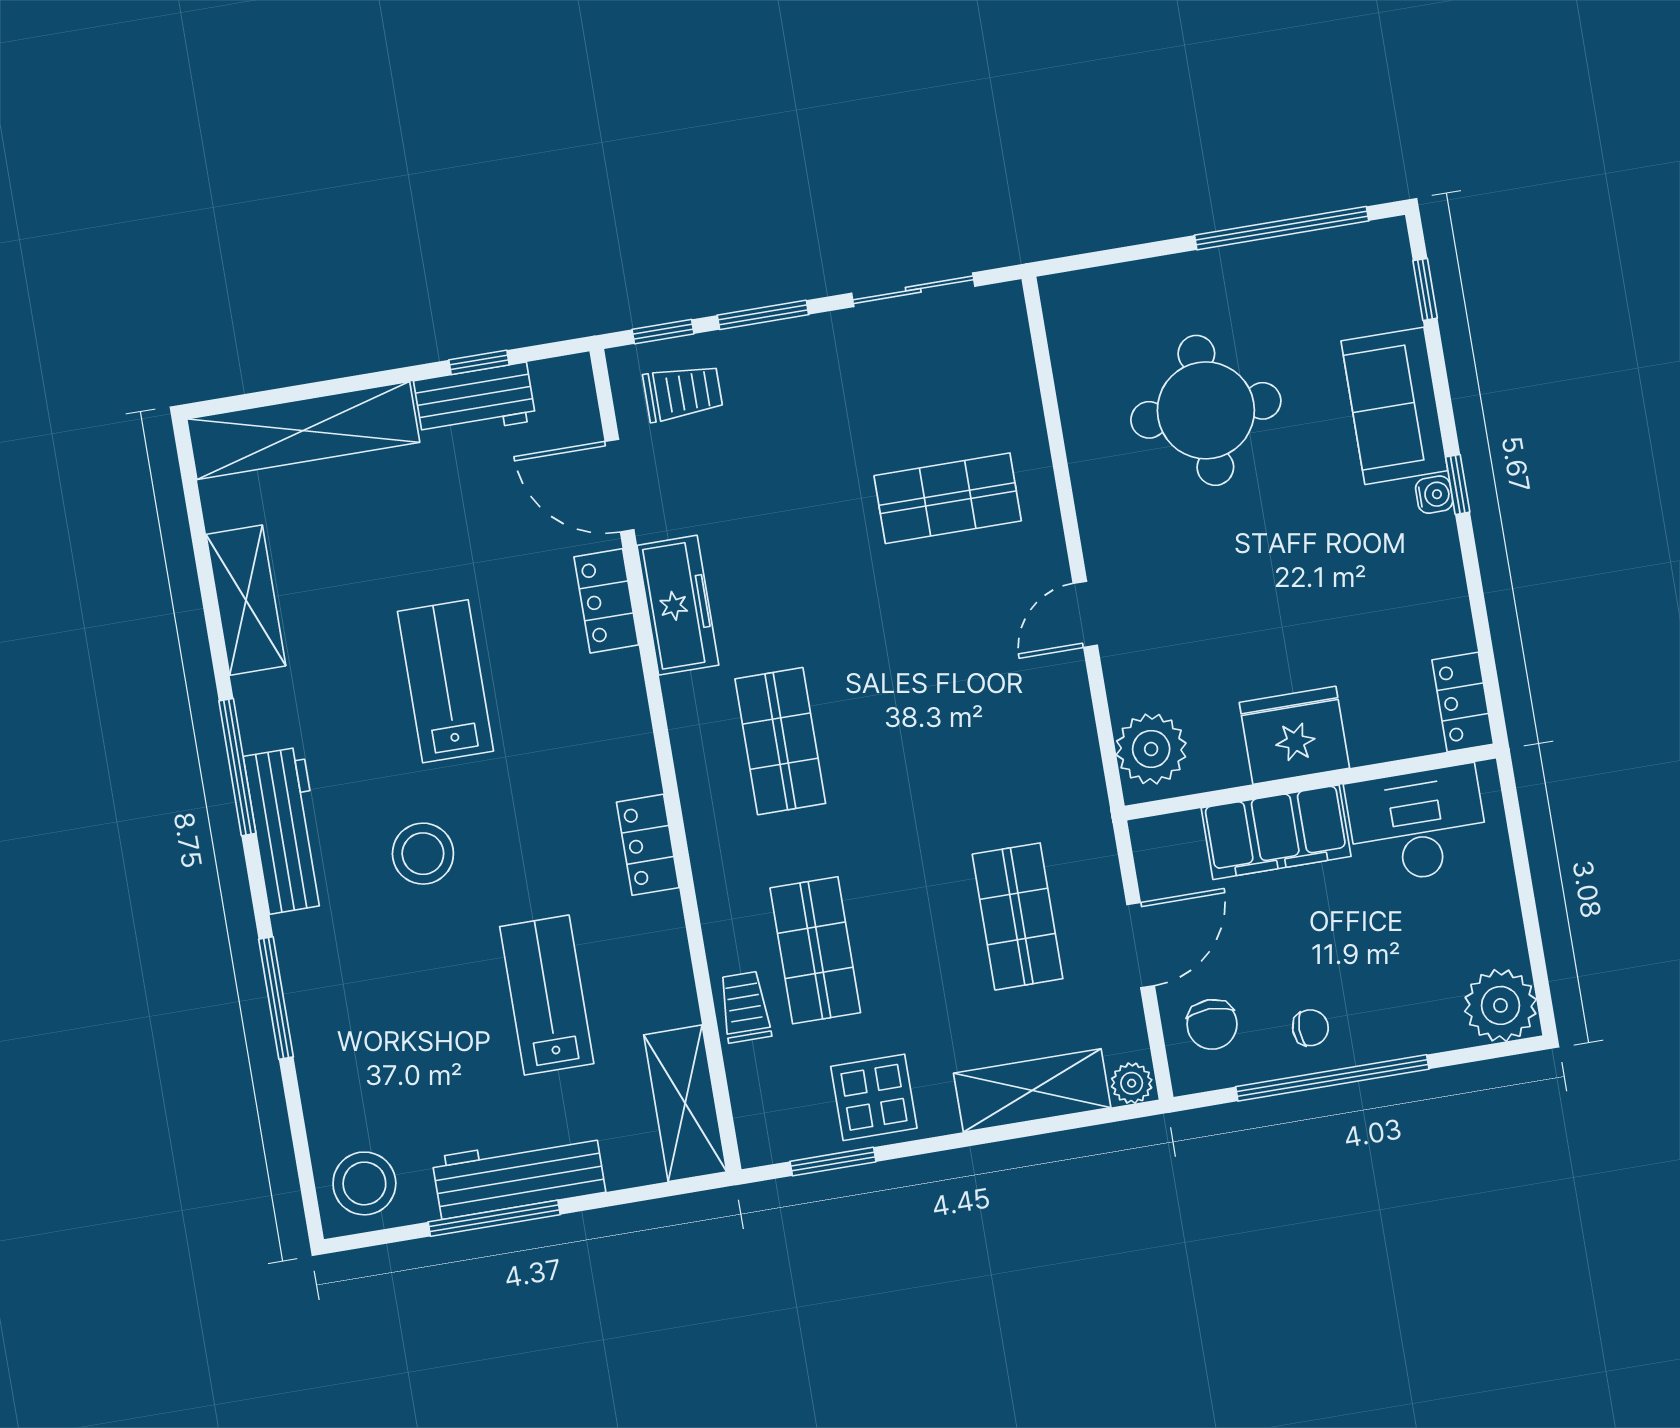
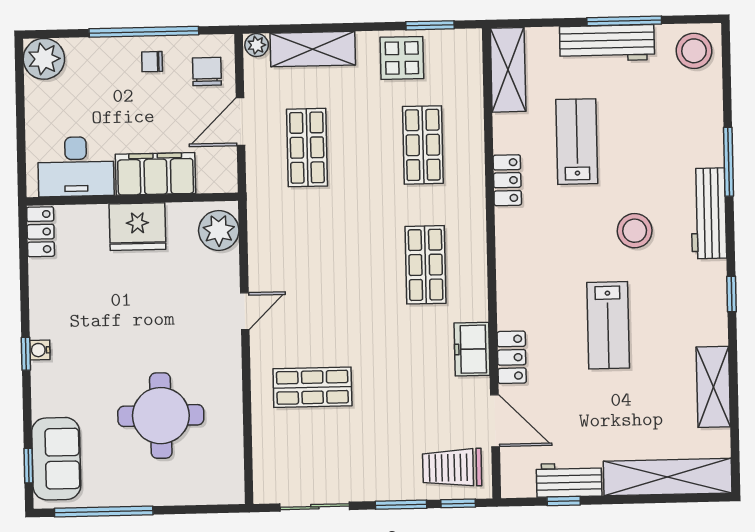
trolley: (683, 393) -> (452, 468), width x1.36, depth x1.39
sofa: (1394, 406) -> (56, 459), moved
freezer: (678, 605) -> (472, 349), width x0.71
window: (237, 767) -> (732, 294), width x0.46
workbench: (286, 830) -> (708, 213), moved
locker: (648, 845) -> (507, 180), moved
lab bench: (547, 995) -> (577, 142), turned 180
trolley: (745, 1007) -> (467, 119), removed

